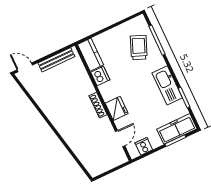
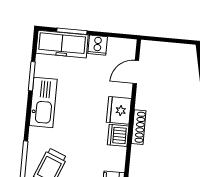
dishwasher: (100, 76) -> (118, 135), moved
cooker: (144, 146) -> (98, 45), moved

